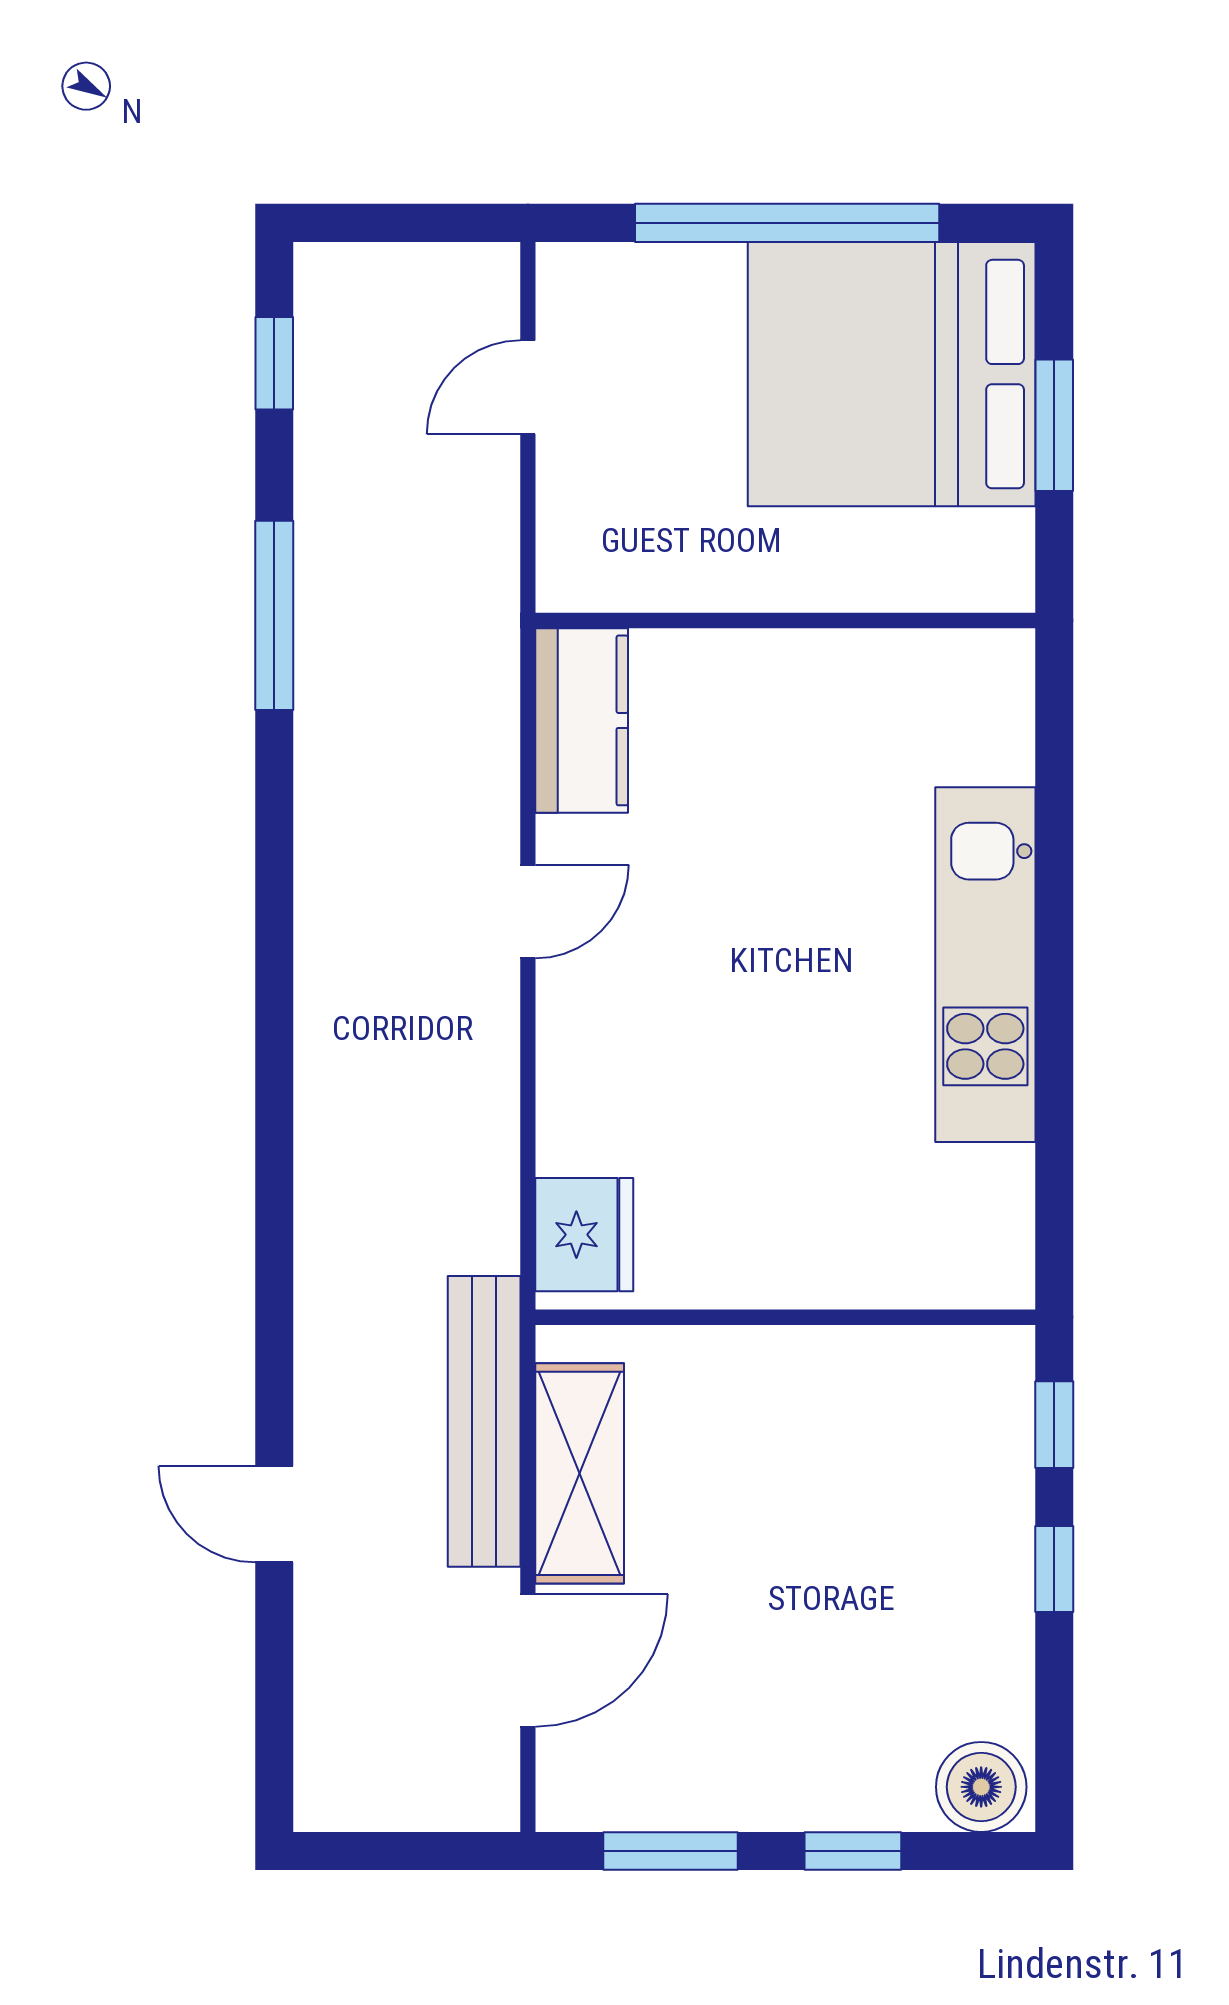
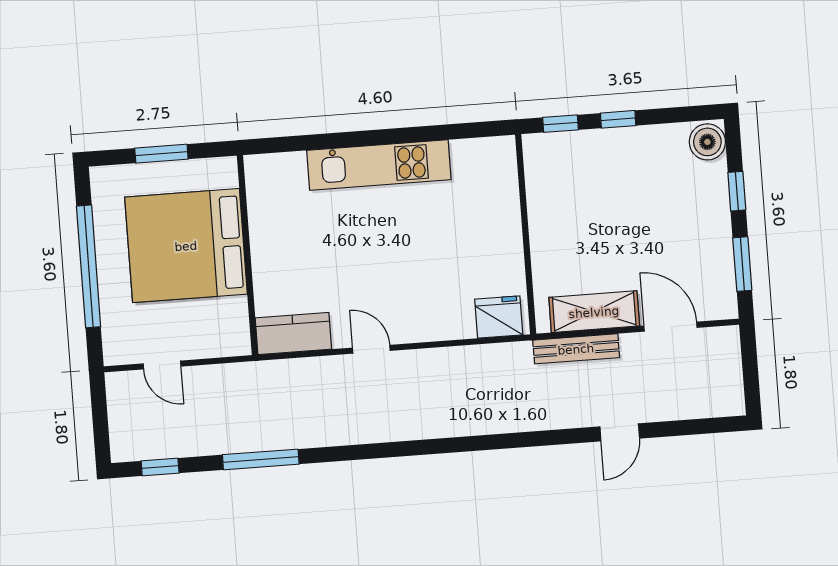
bed: (892, 374) -> (186, 246), moved, turned 90
bench: (484, 1421) -> (576, 349), width x0.73, depth x0.82

